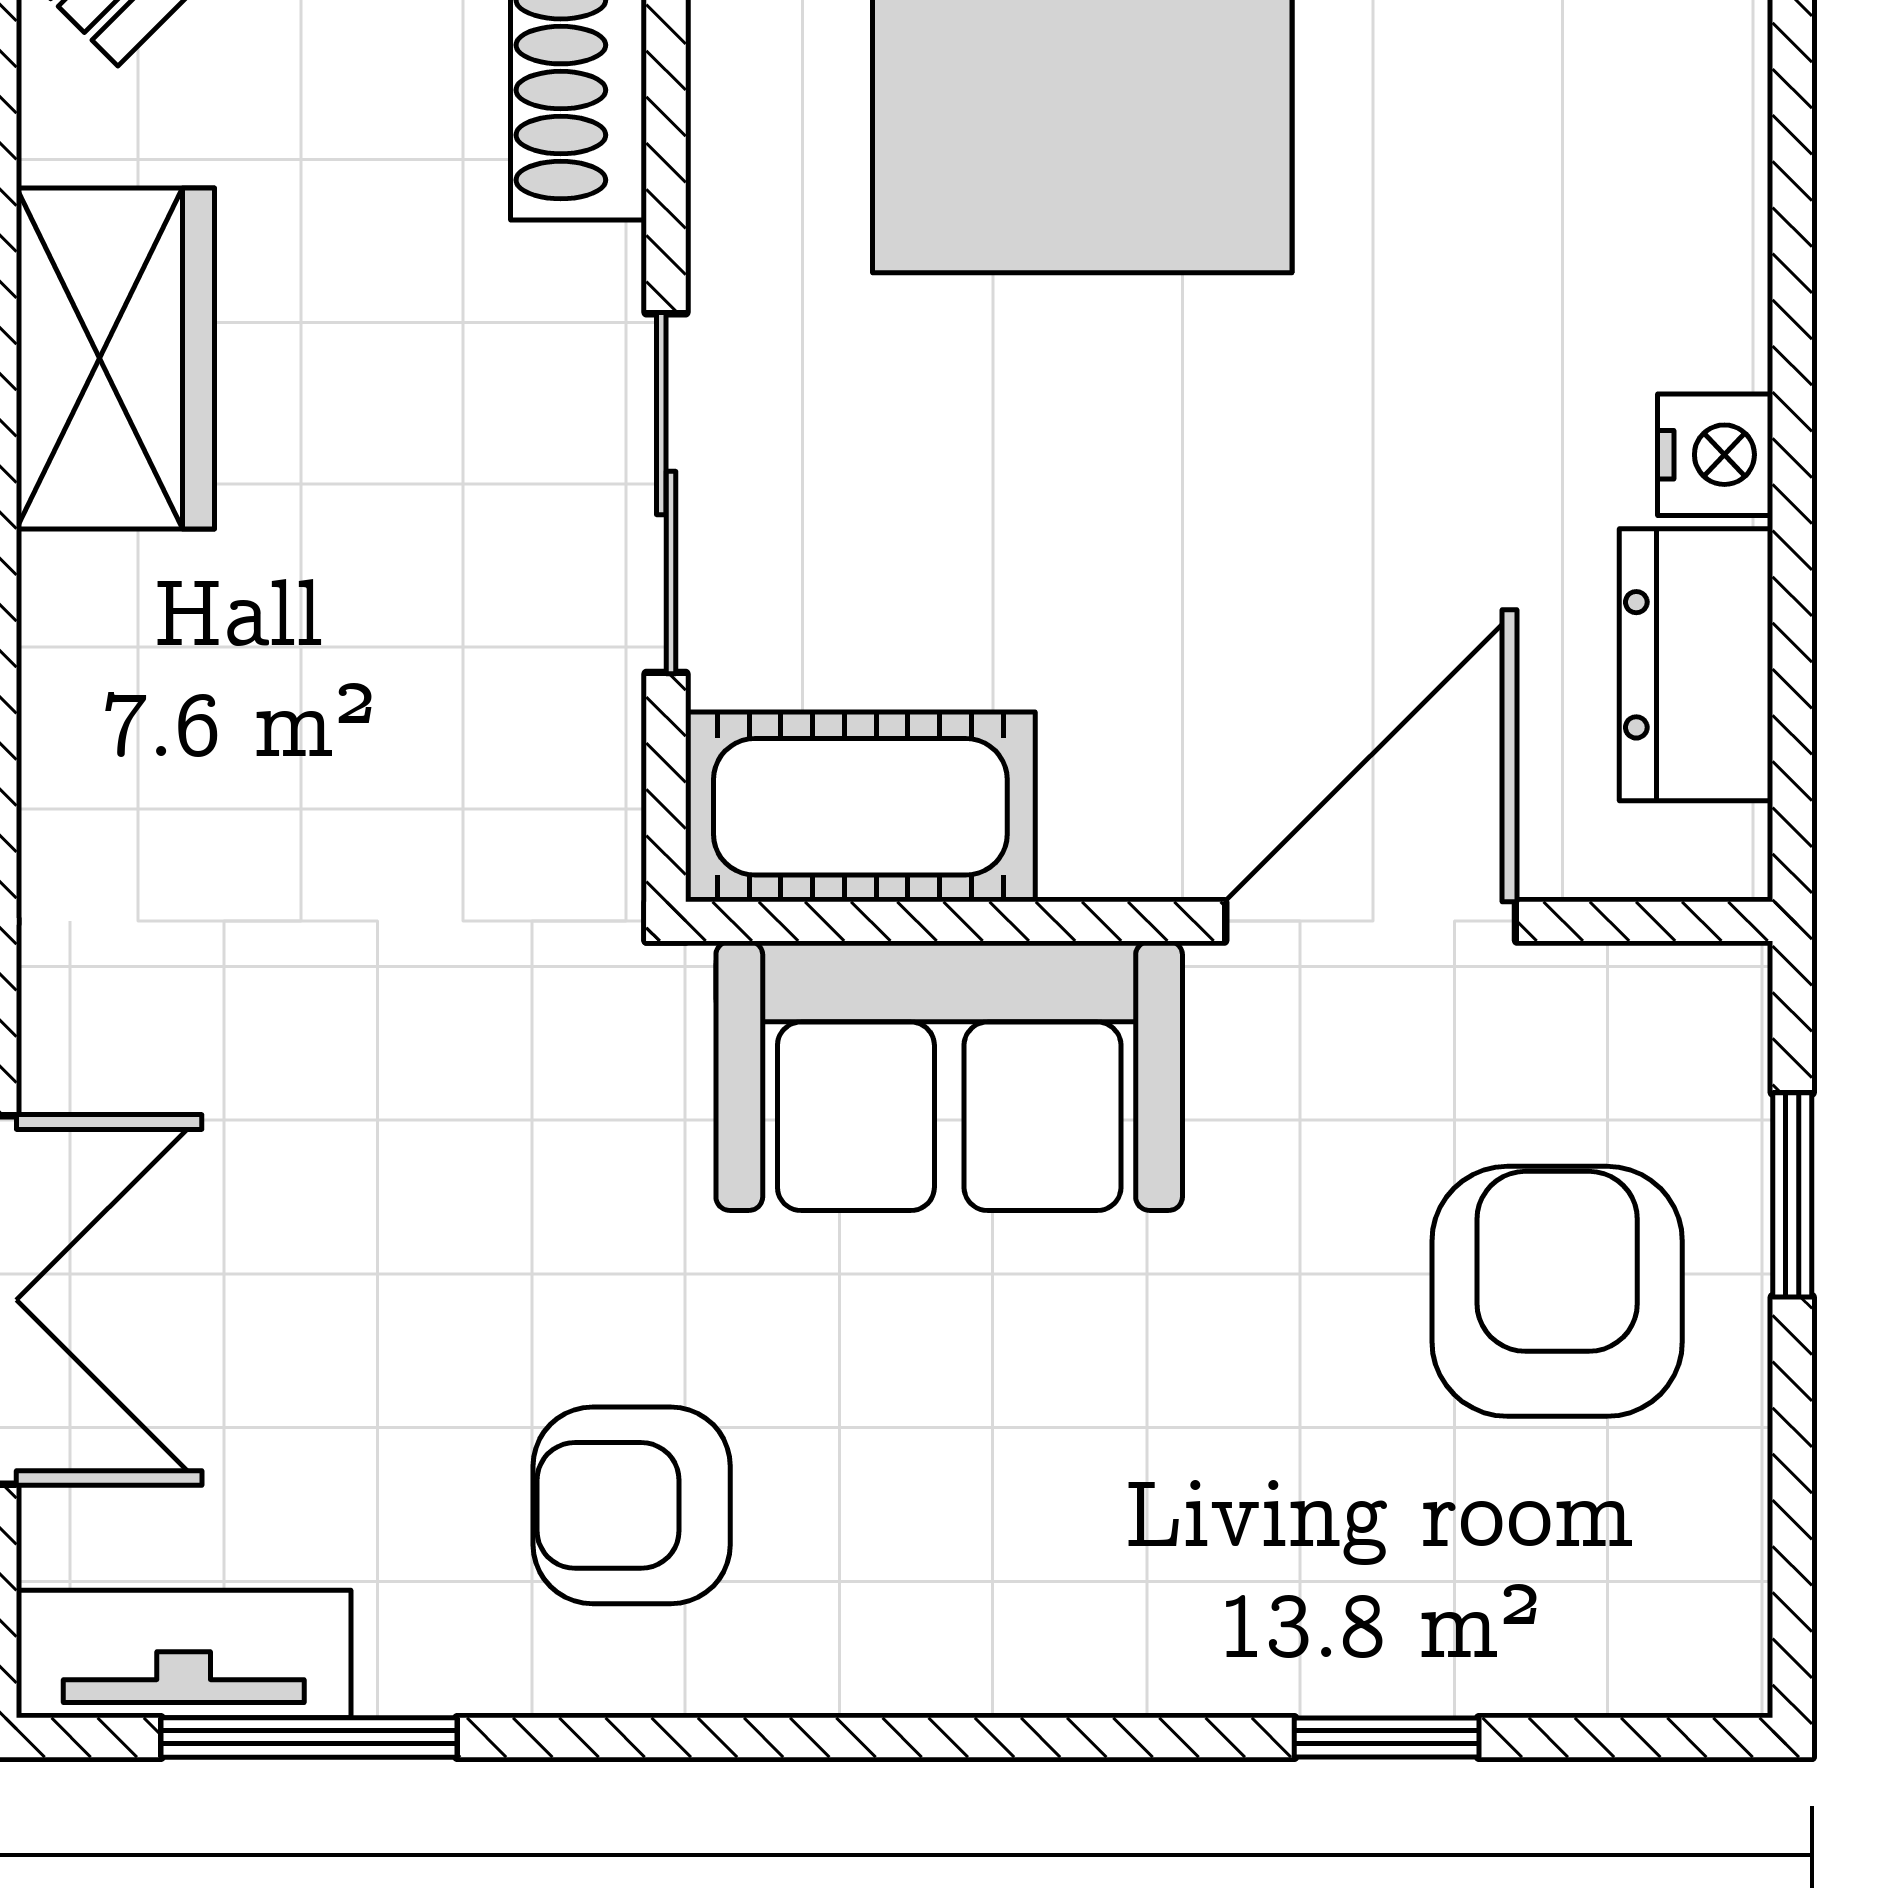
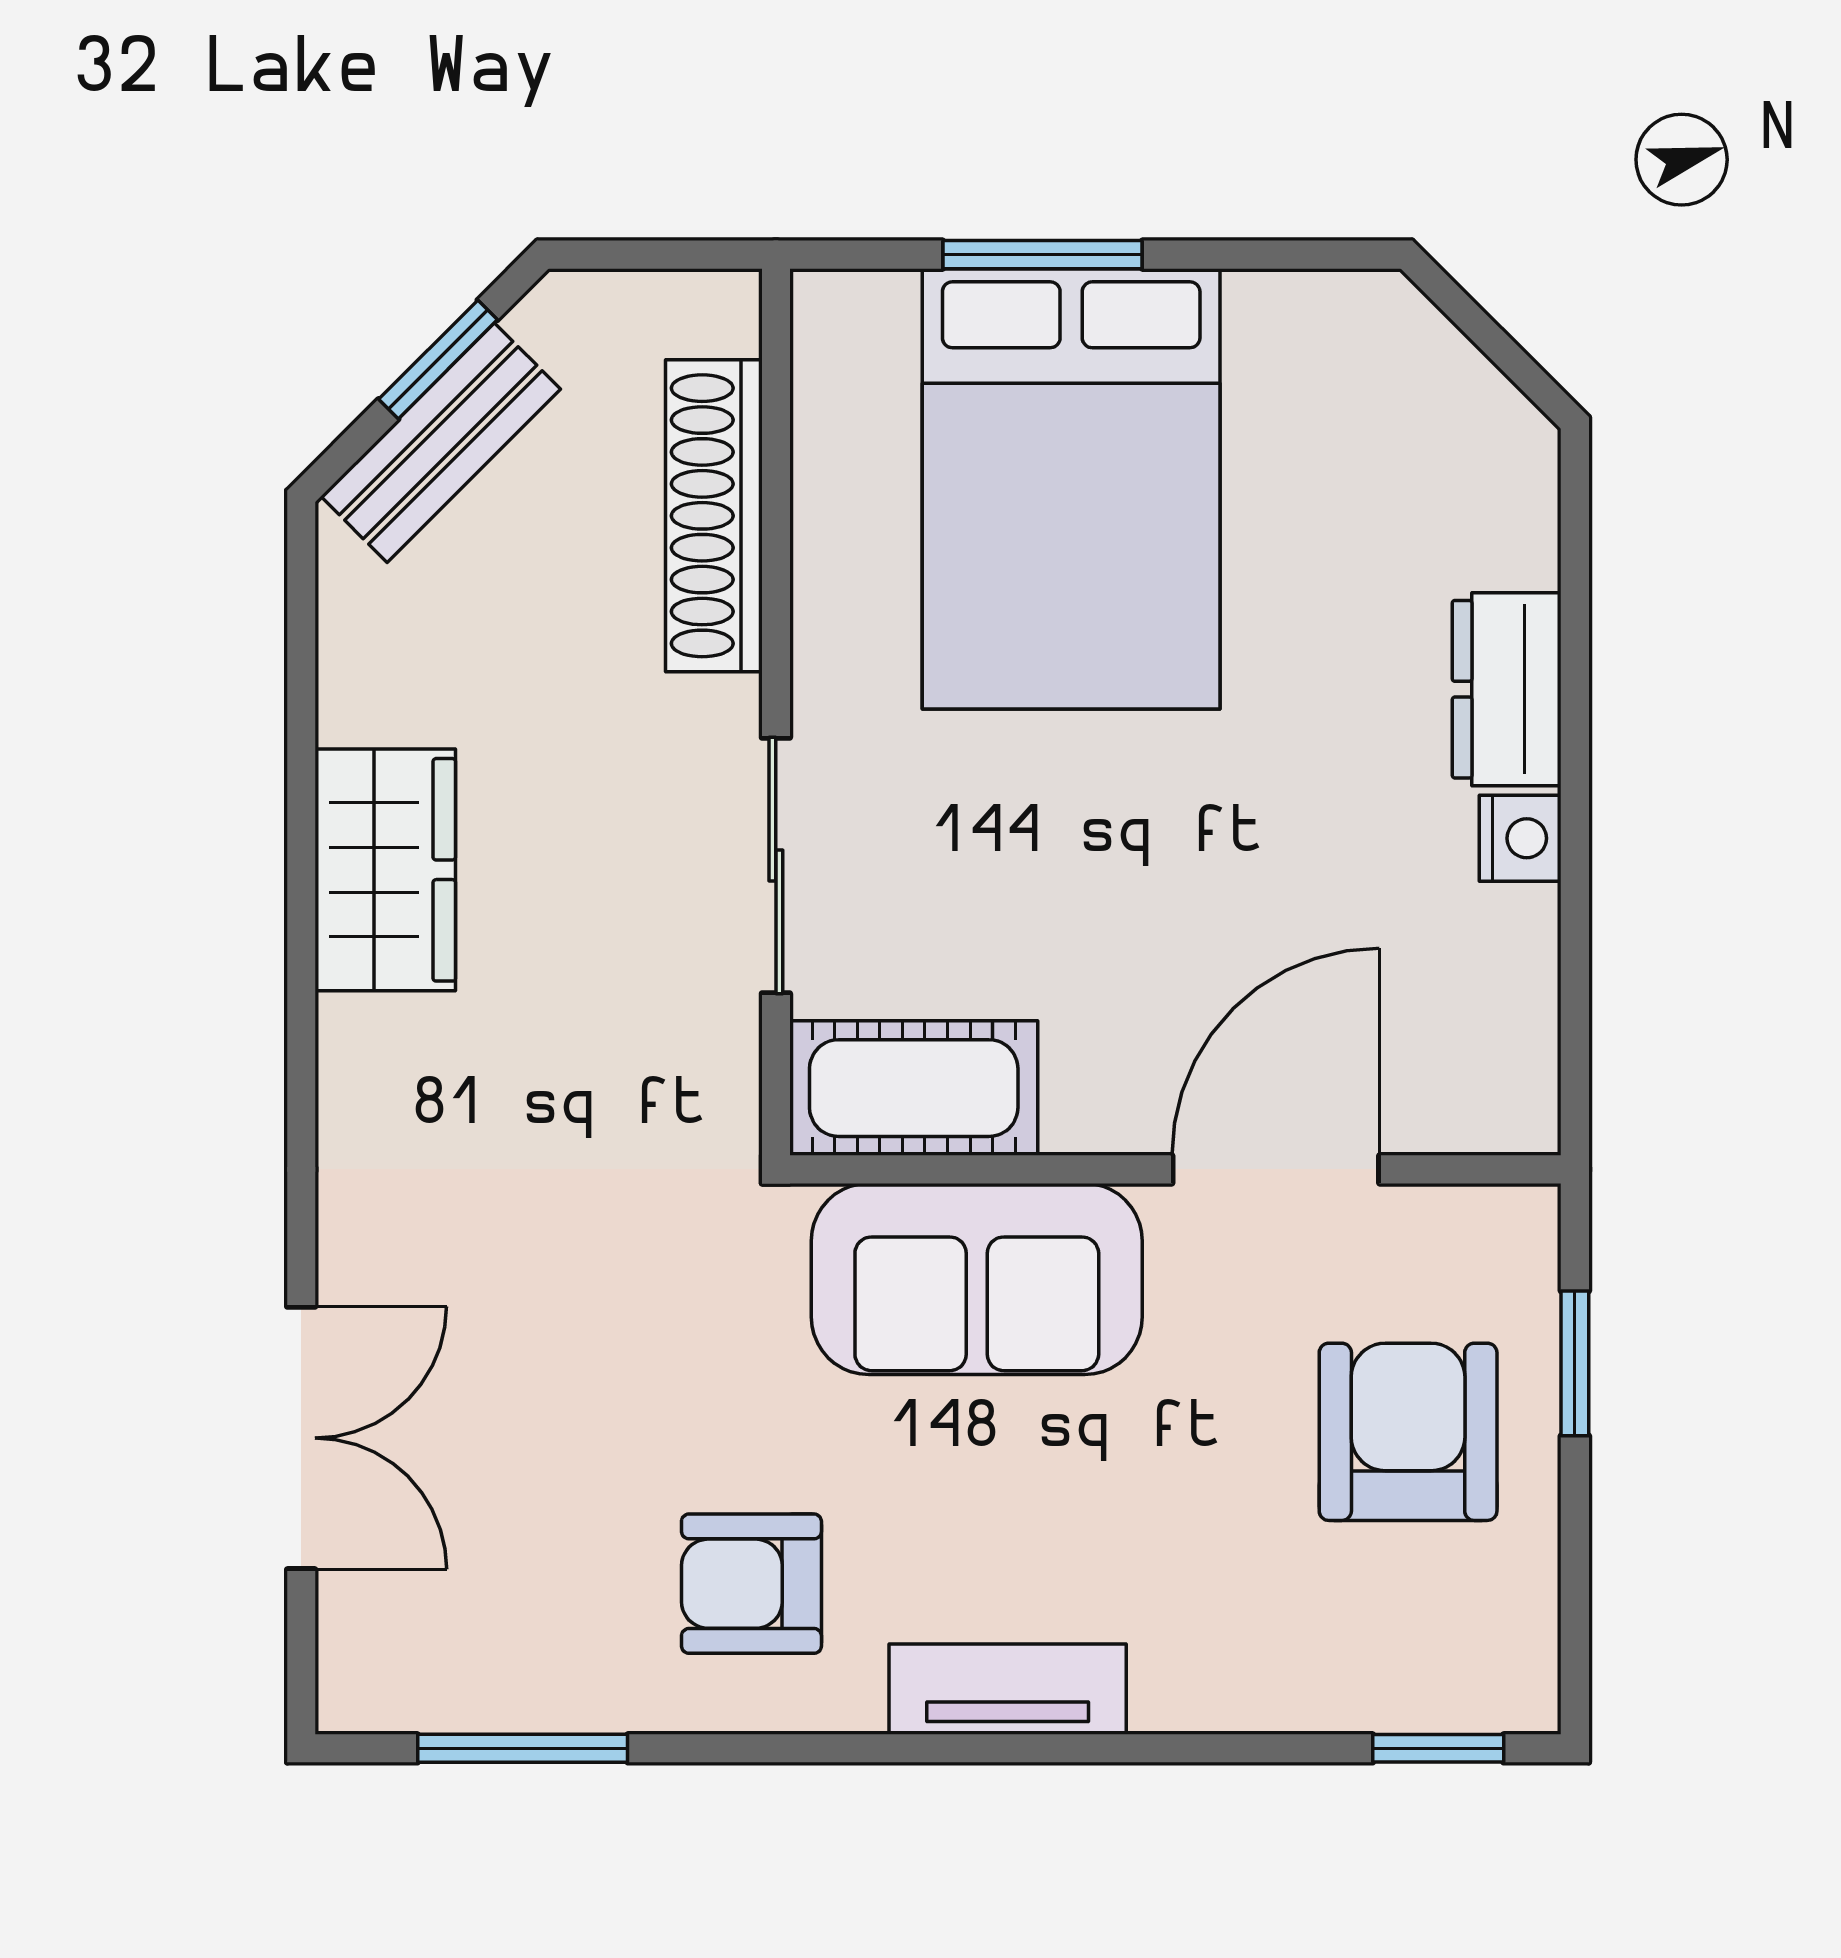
wardrobe: (115, 358) -> (385, 870), moved
dresser: (1696, 665) -> (1507, 689), moved
tv unit: (184, 1654) -> (1008, 1689), moved
window: (1387, 1737) -> (1438, 1748), moved

